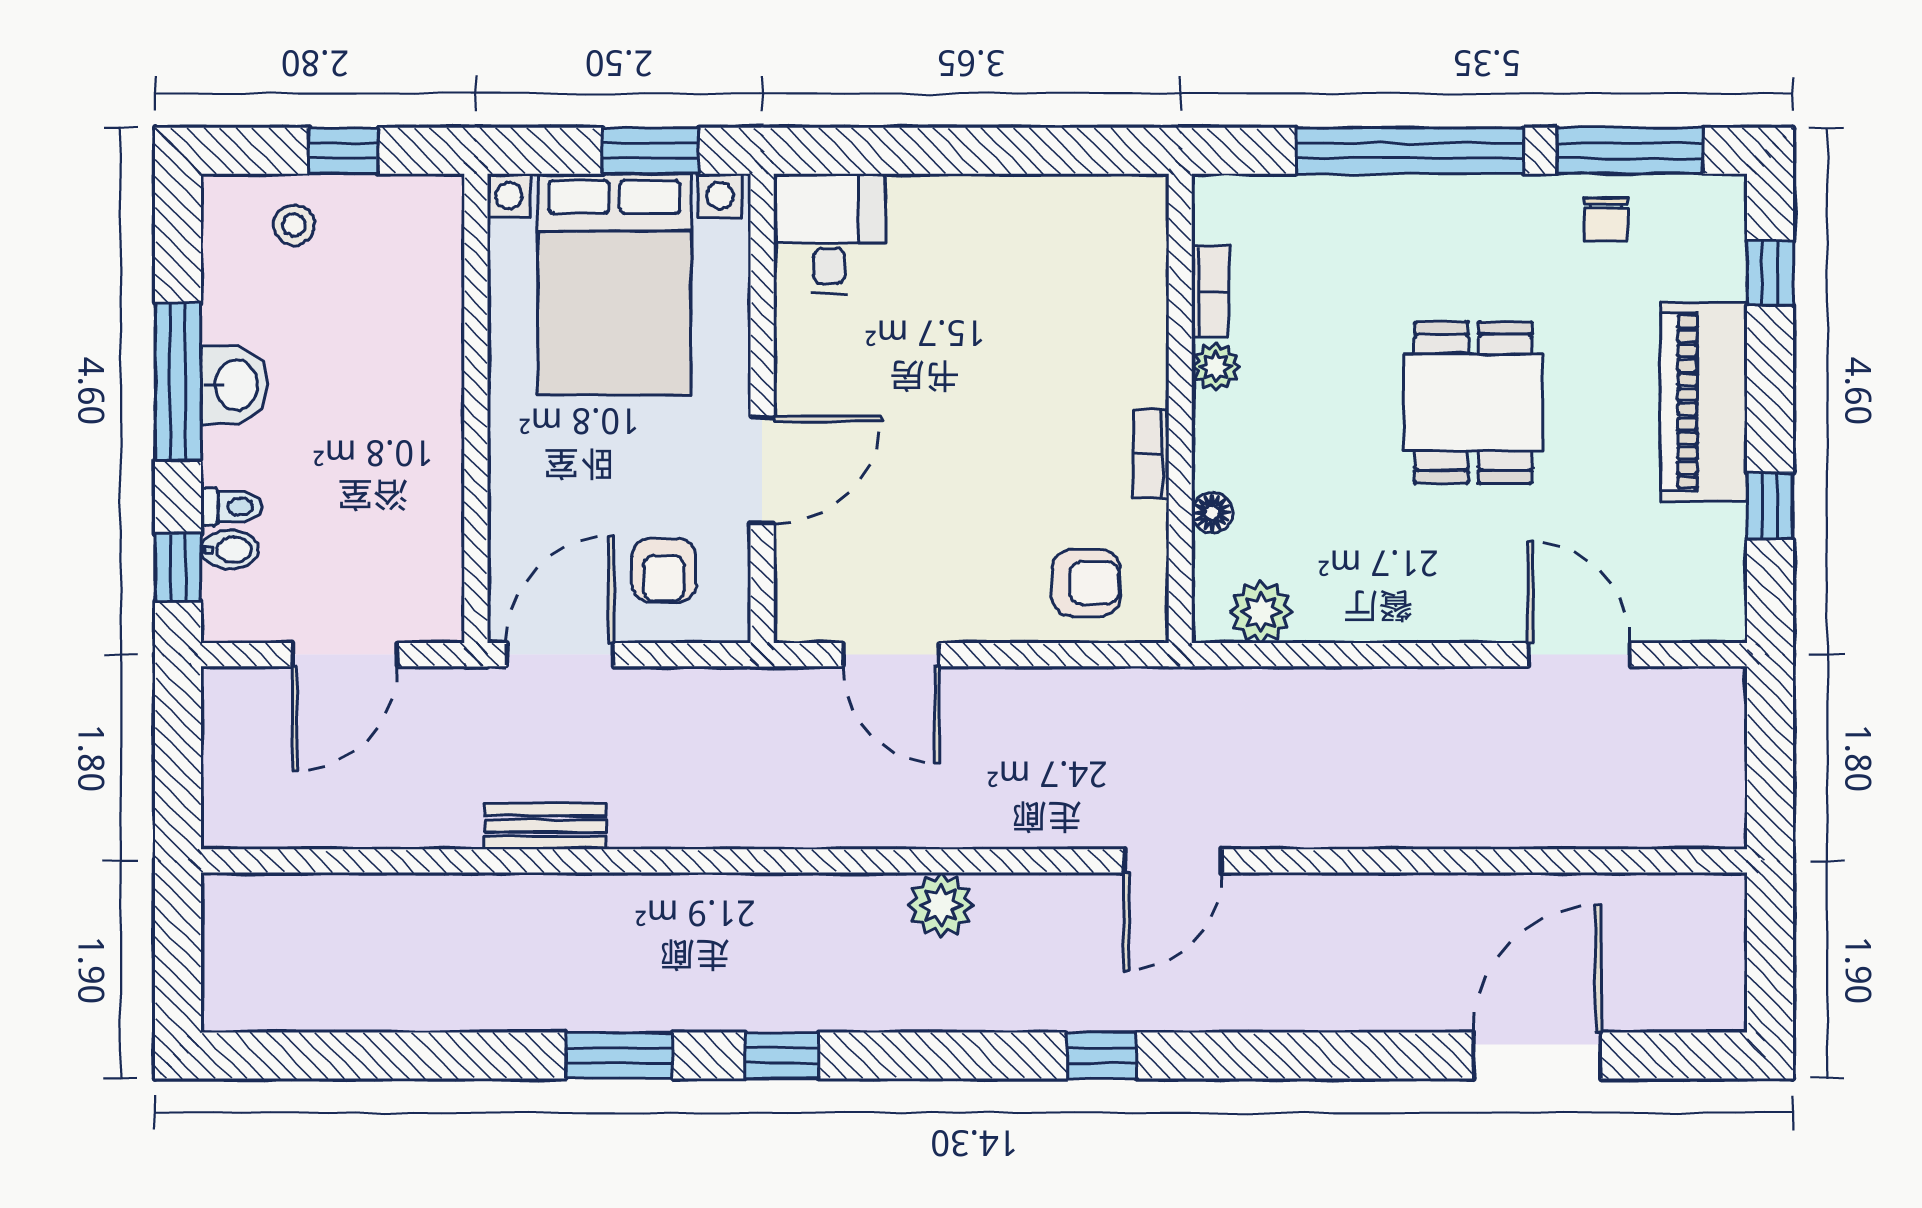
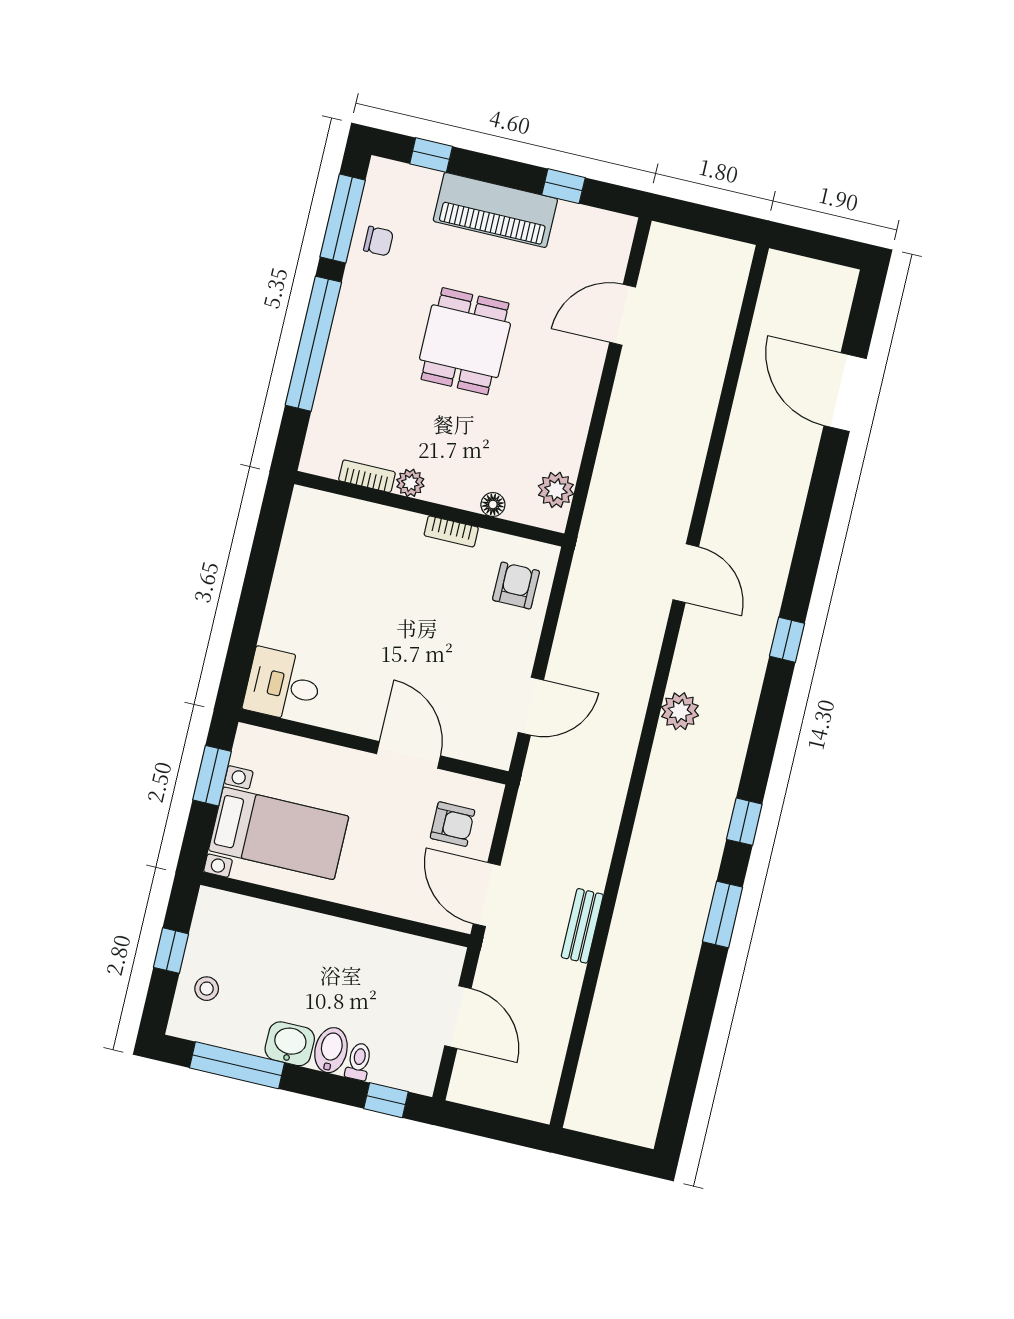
bed with nightstands: (614, 284) -> (279, 833), width x0.73
window: (178, 381) -> (237, 1065), moved
dining table: (1473, 402) -> (465, 341), turned 90
bidet: (230, 550) -> (331, 1050), moved, width x1.38, depth x1.36

